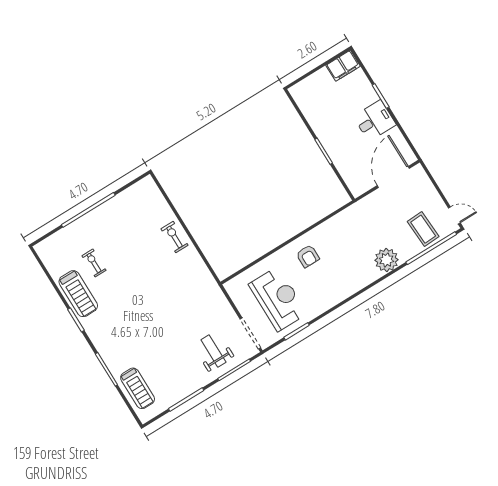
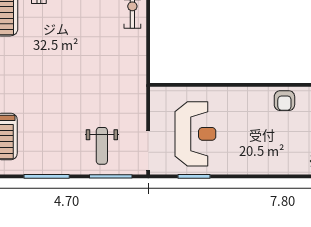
armchair: (308, 256) -> (284, 101), moved
weight bench: (213, 351) -> (102, 146), turned 180

